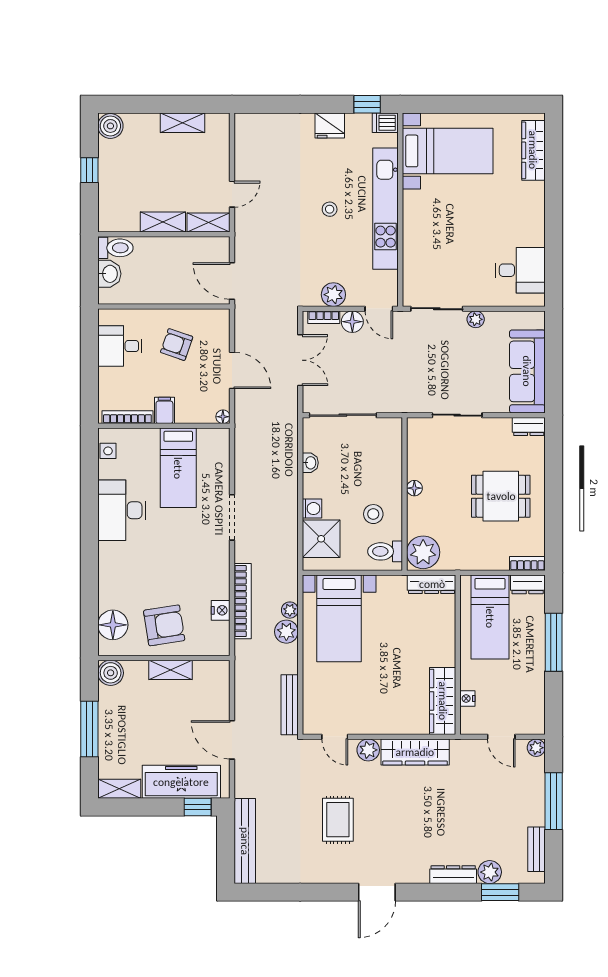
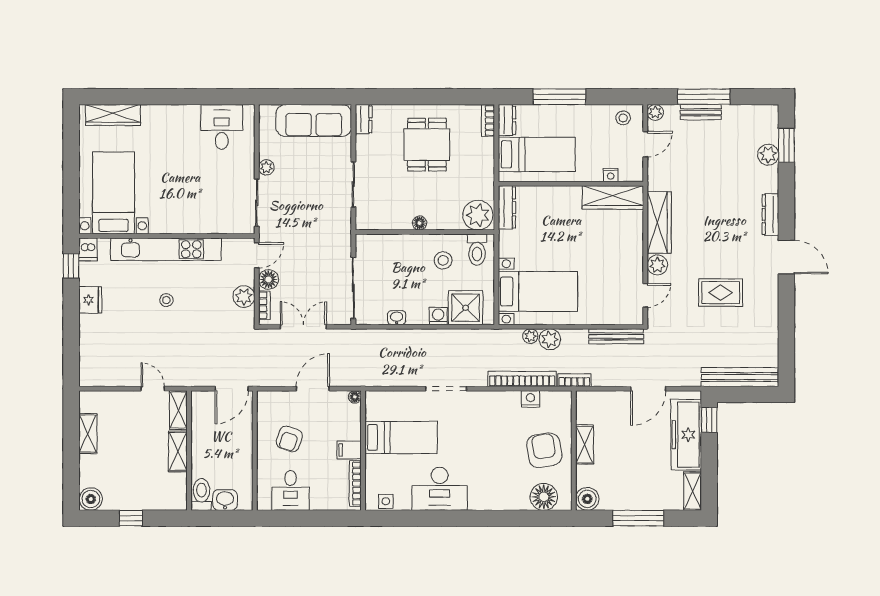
bookcase: (241, 659) -> (574, 380), added
stool: (530, 712) -> (623, 118), added
bench: (536, 849) -> (701, 112), moved
dresser: (453, 875) -> (770, 215), moved

